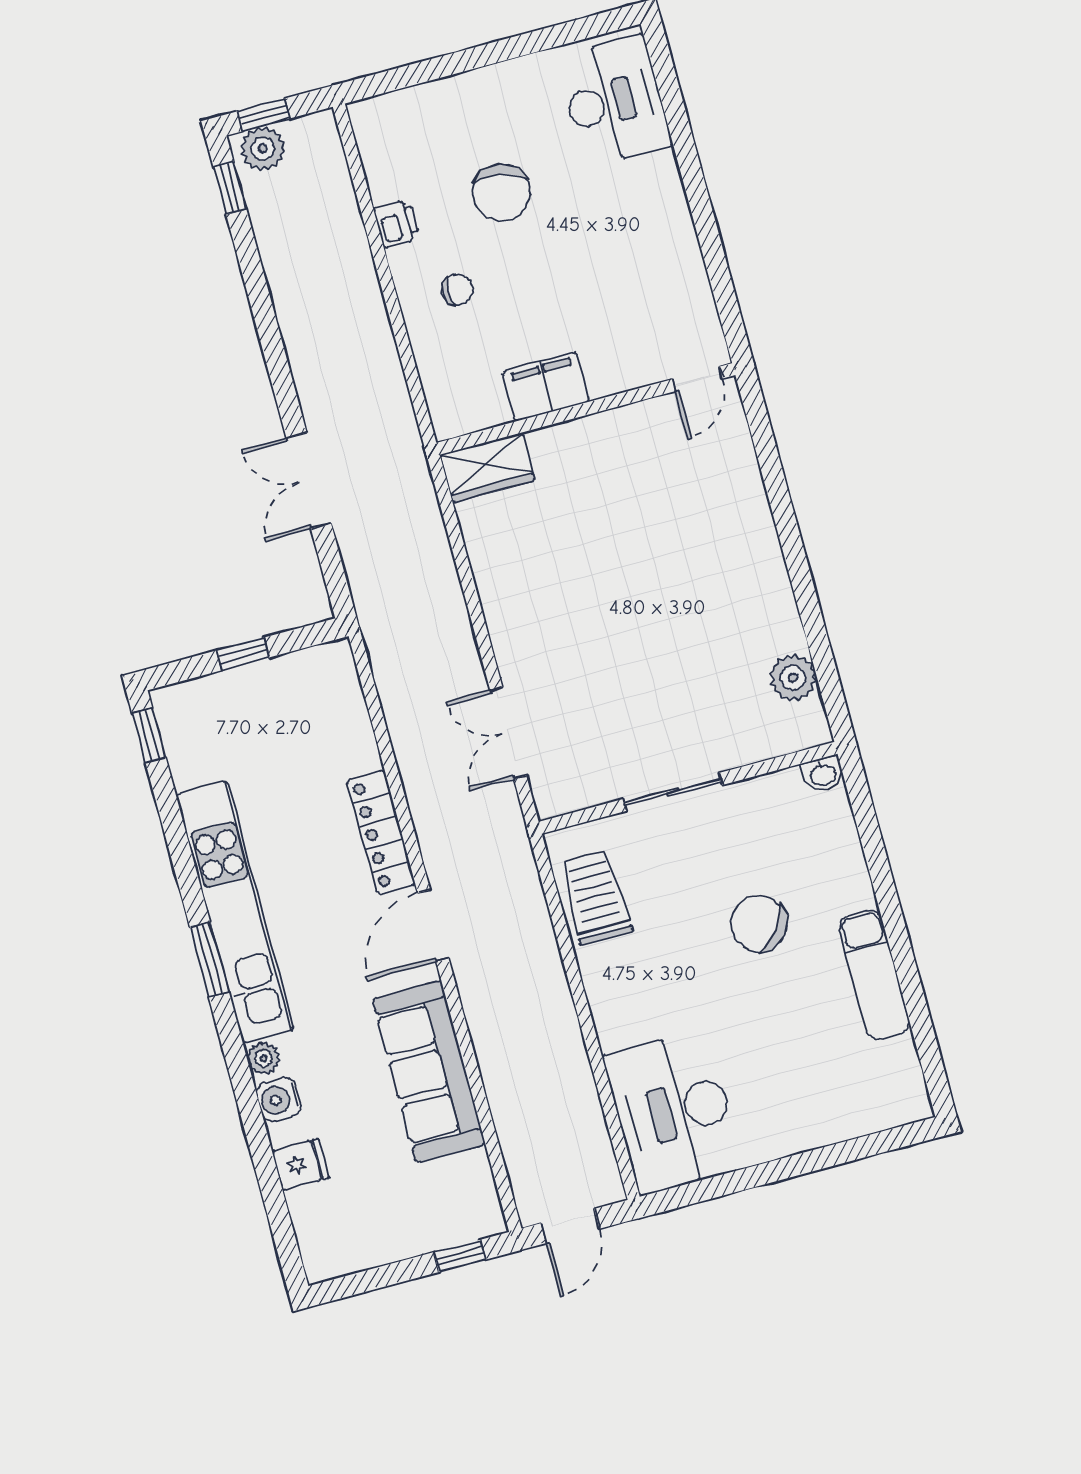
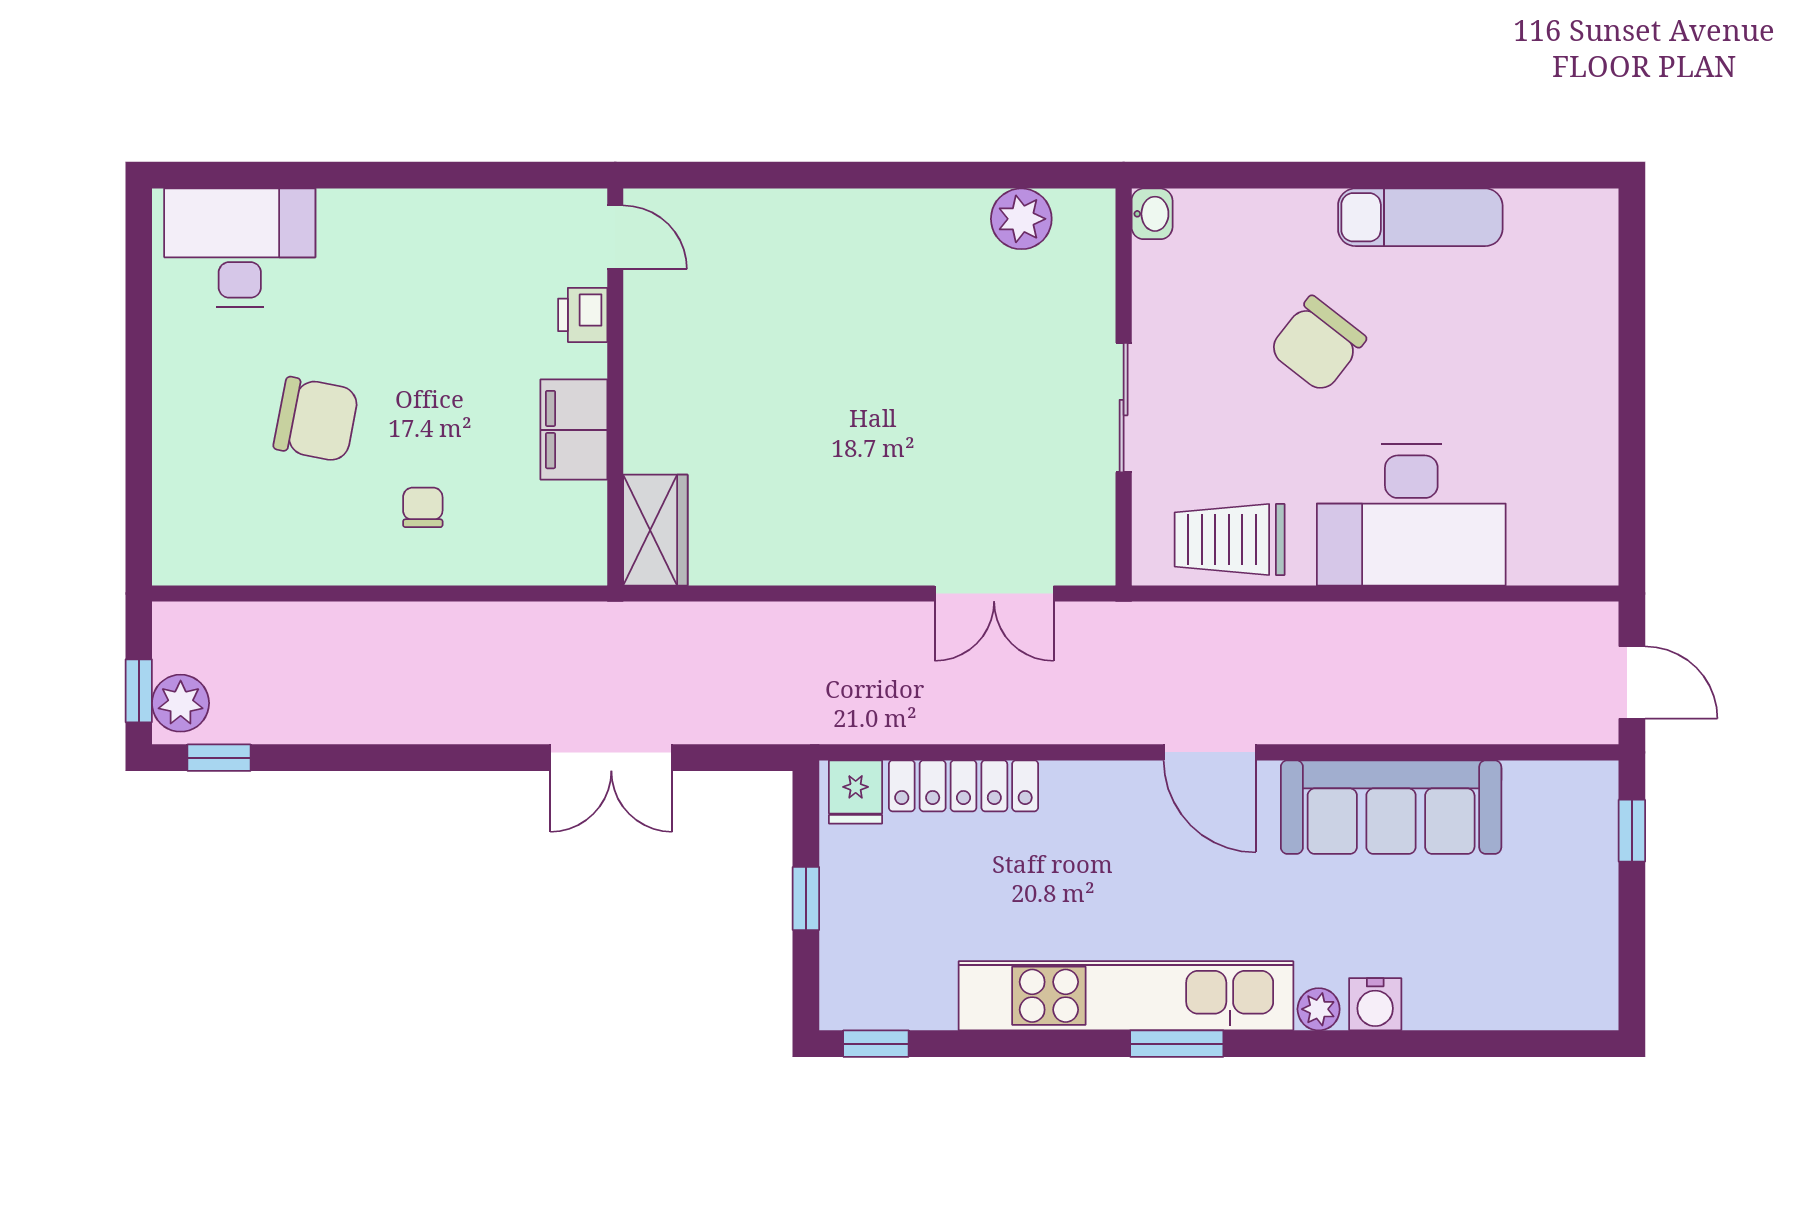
printer: (397, 223) -> (583, 315), moved, turned -90
locker: (381, 832) -> (963, 786), moved
desk: (673, 1112) -> (1411, 515), moved
fridge: (301, 1164) -> (856, 792), moved, turned 180

